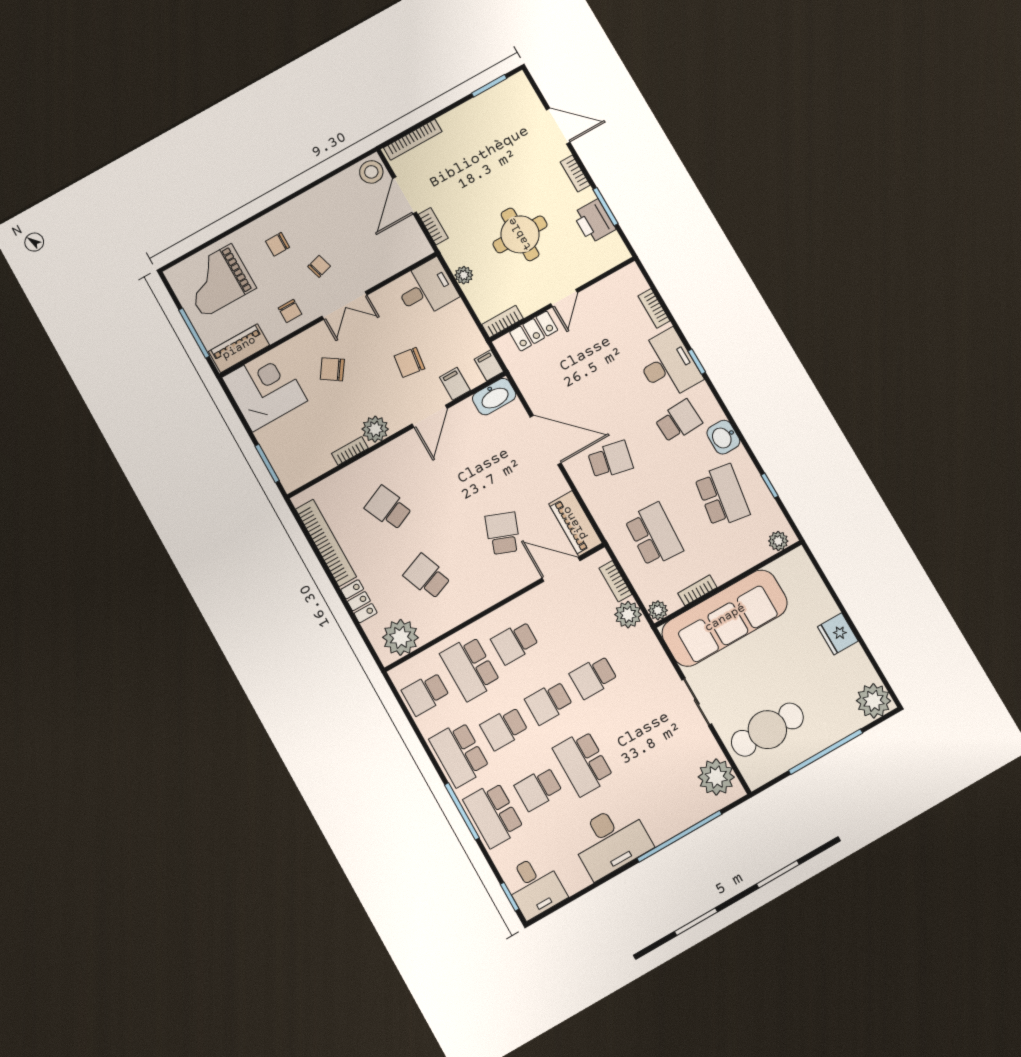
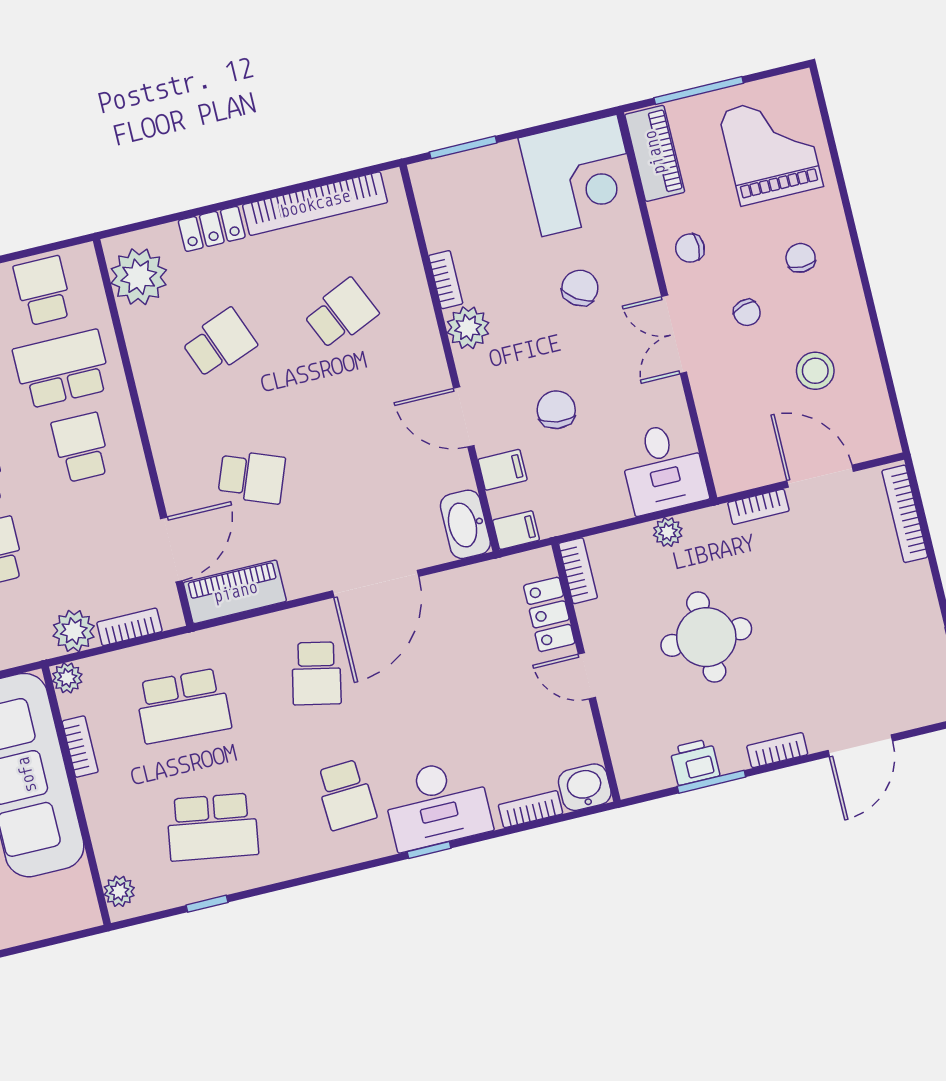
stool: (371, 172) -> (815, 371), moved
printer: (594, 221) -> (695, 762), width x0.73, depth x0.81
washbasin: (723, 437) -> (585, 787), moved

